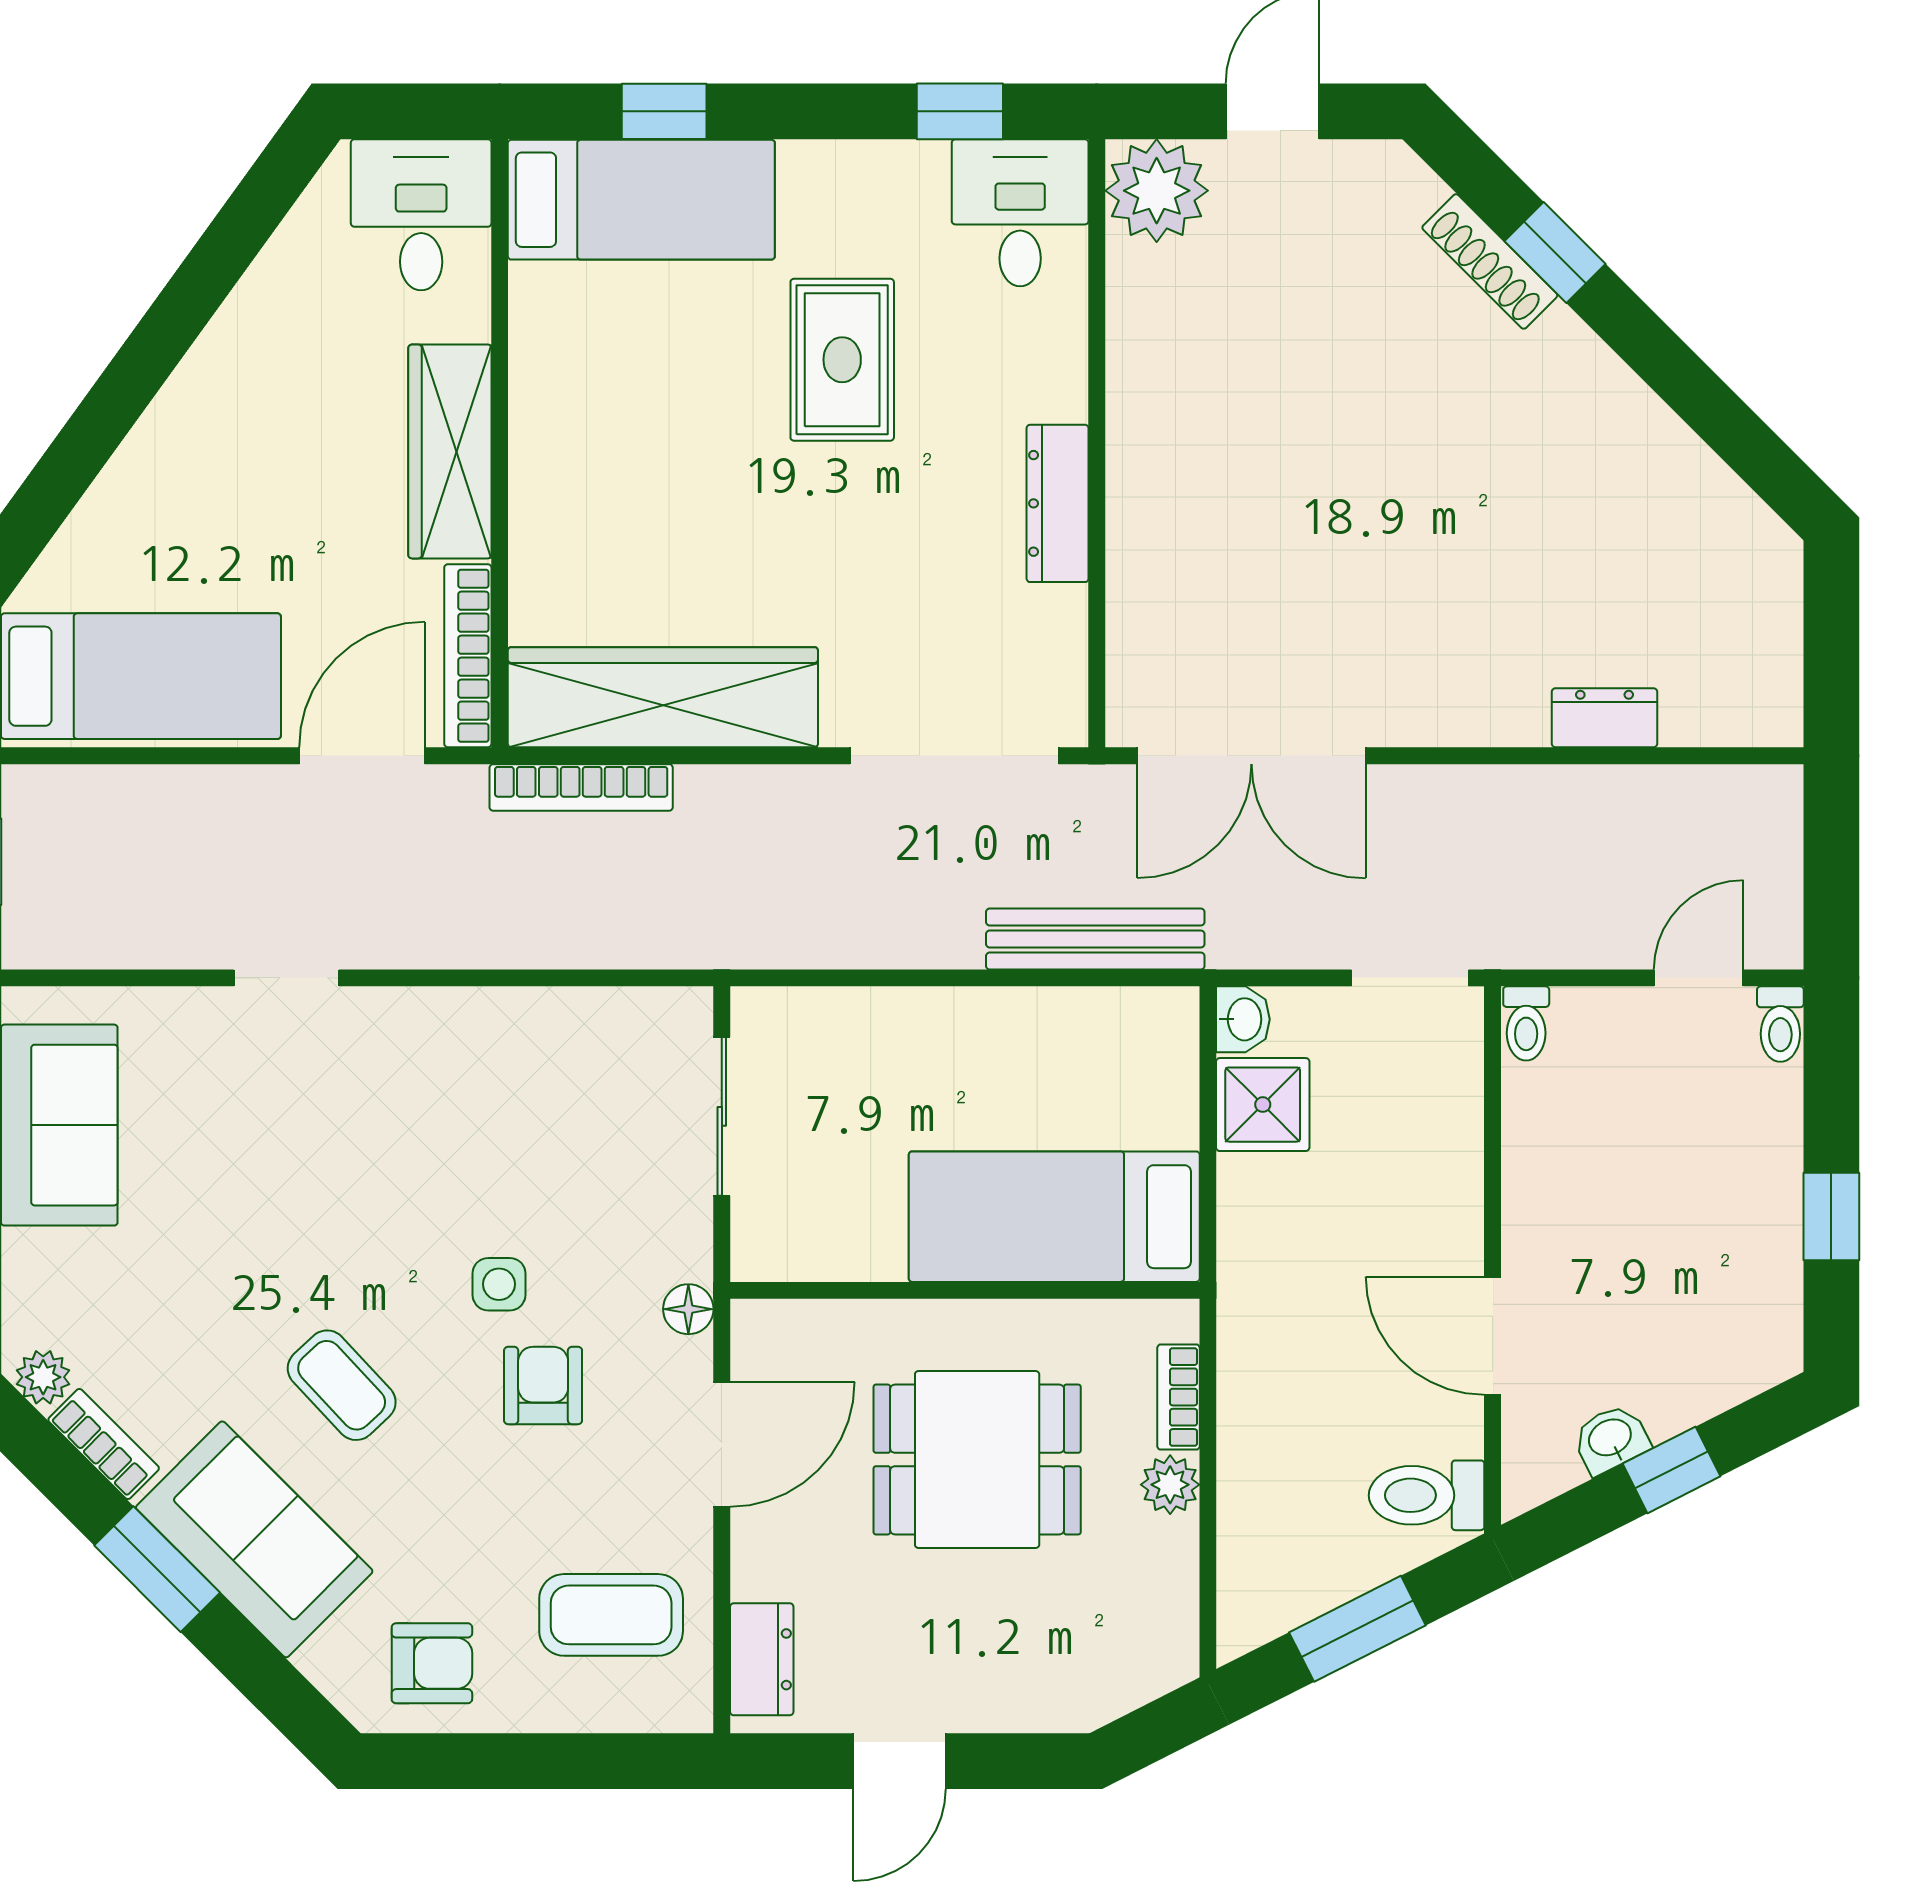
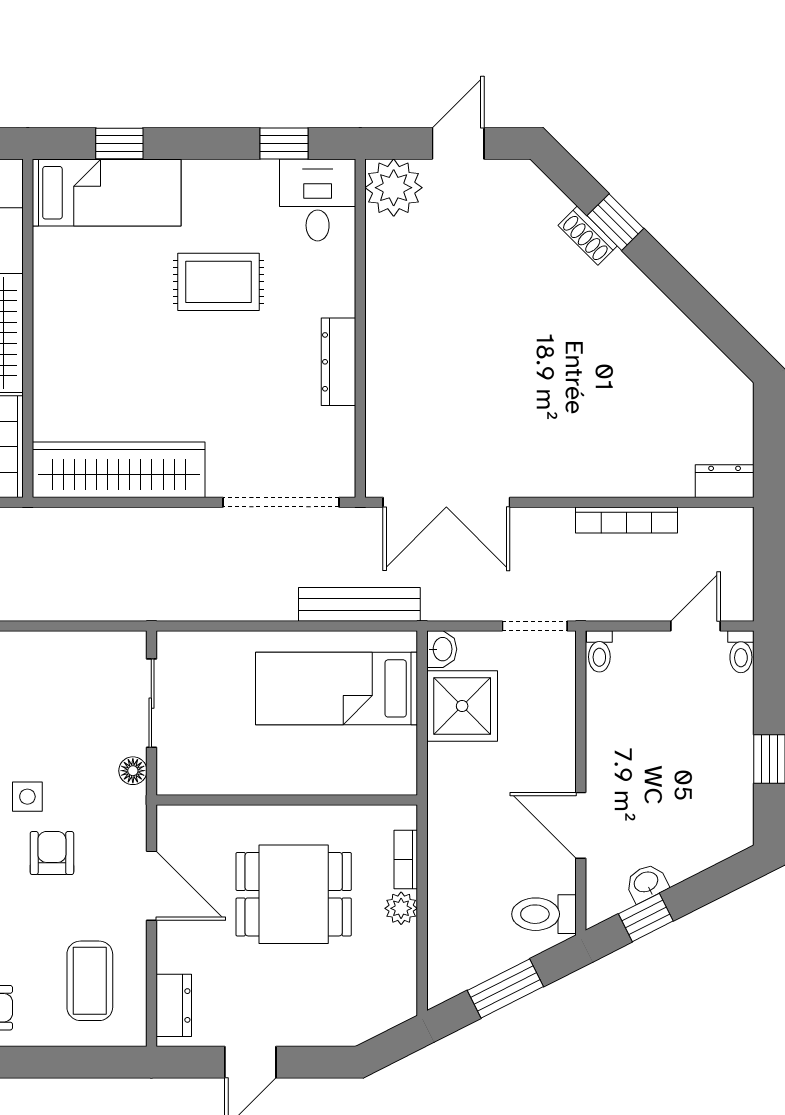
shoe rack: (1490, 261) -> (588, 236), width x0.70
rug: (842, 360) -> (218, 282), turned 90
dresser: (1605, 718) -> (725, 481), moved
bookcase: (581, 787) -> (626, 520), moved
shower: (1263, 1105) -> (462, 706), width x1.36, depth x1.36
bed: (1054, 1217) -> (337, 688), moved
floor lamp: (688, 1309) -> (133, 771), moved
door: (722, 1444) -> (151, 886), hinge flipped
window: (1671, 1470) -> (646, 917), moved
coffee table: (611, 1615) -> (90, 981), turned 90

